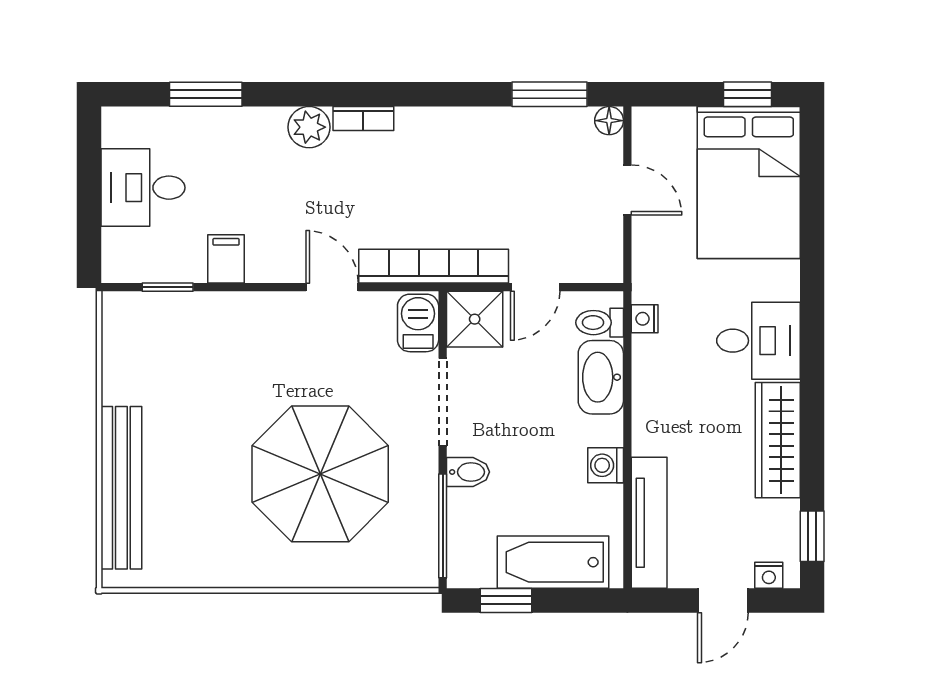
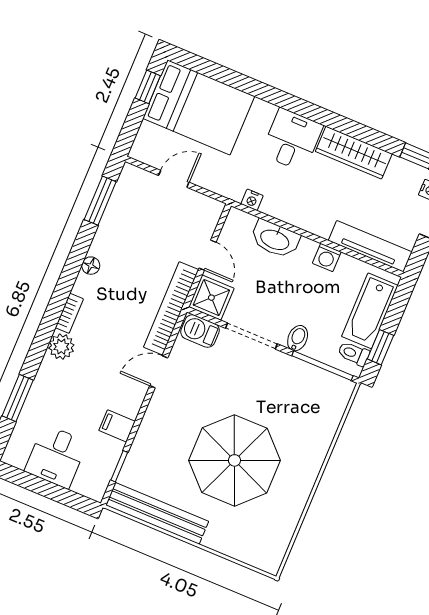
floor lamp: (609, 121) -> (91, 266), moved
toilet: (600, 323) -> (354, 354), moved, turned 90
parasol: (320, 474) -> (234, 460), moved
bench: (121, 488) -> (157, 513), moved

